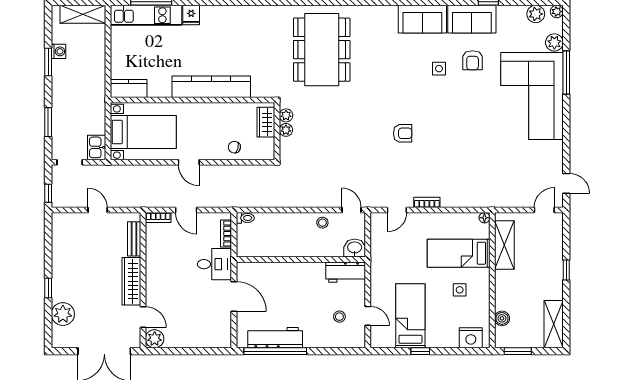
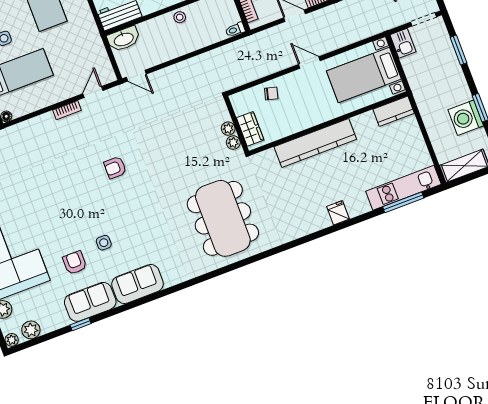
fridge: (191, 15) -> (338, 213), moved
washing machine: (58, 51) -> (466, 118), width x1.89, depth x1.89
stool: (322, 223) -> (180, 17), moved
washbasin: (355, 248) -> (124, 39), width x1.38

